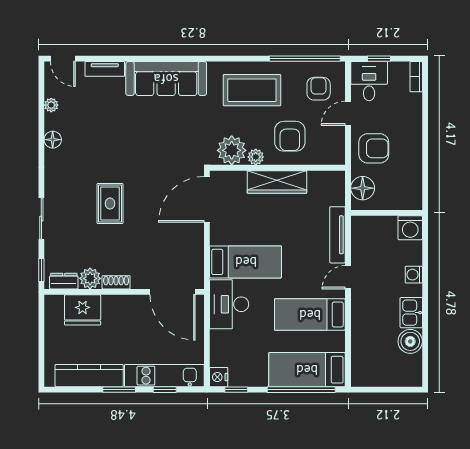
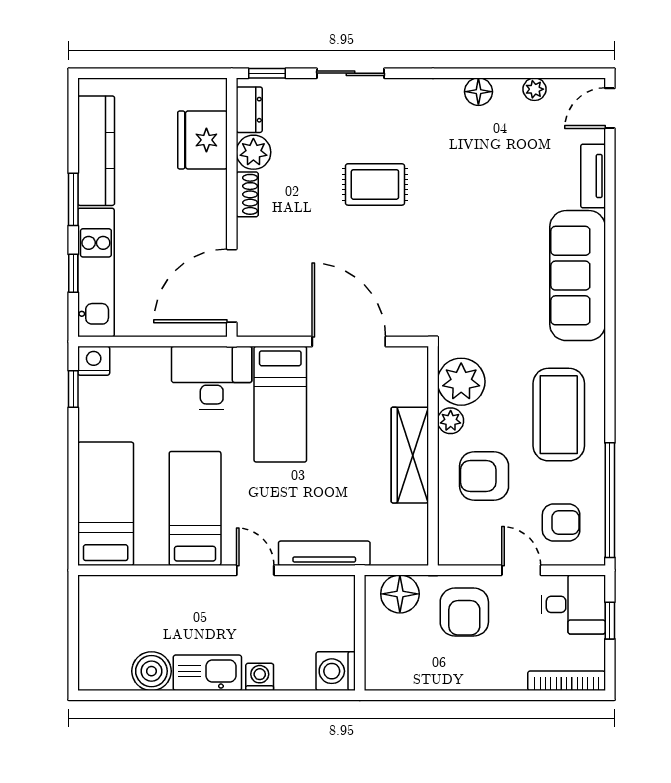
bookcase: (416, 77) -> (567, 681), width x1.56
door: (207, 199) -> (349, 342), moved
kitchen sink: (411, 313) -> (207, 673), width x1.38
window: (301, 390) -> (73, 495), removed

